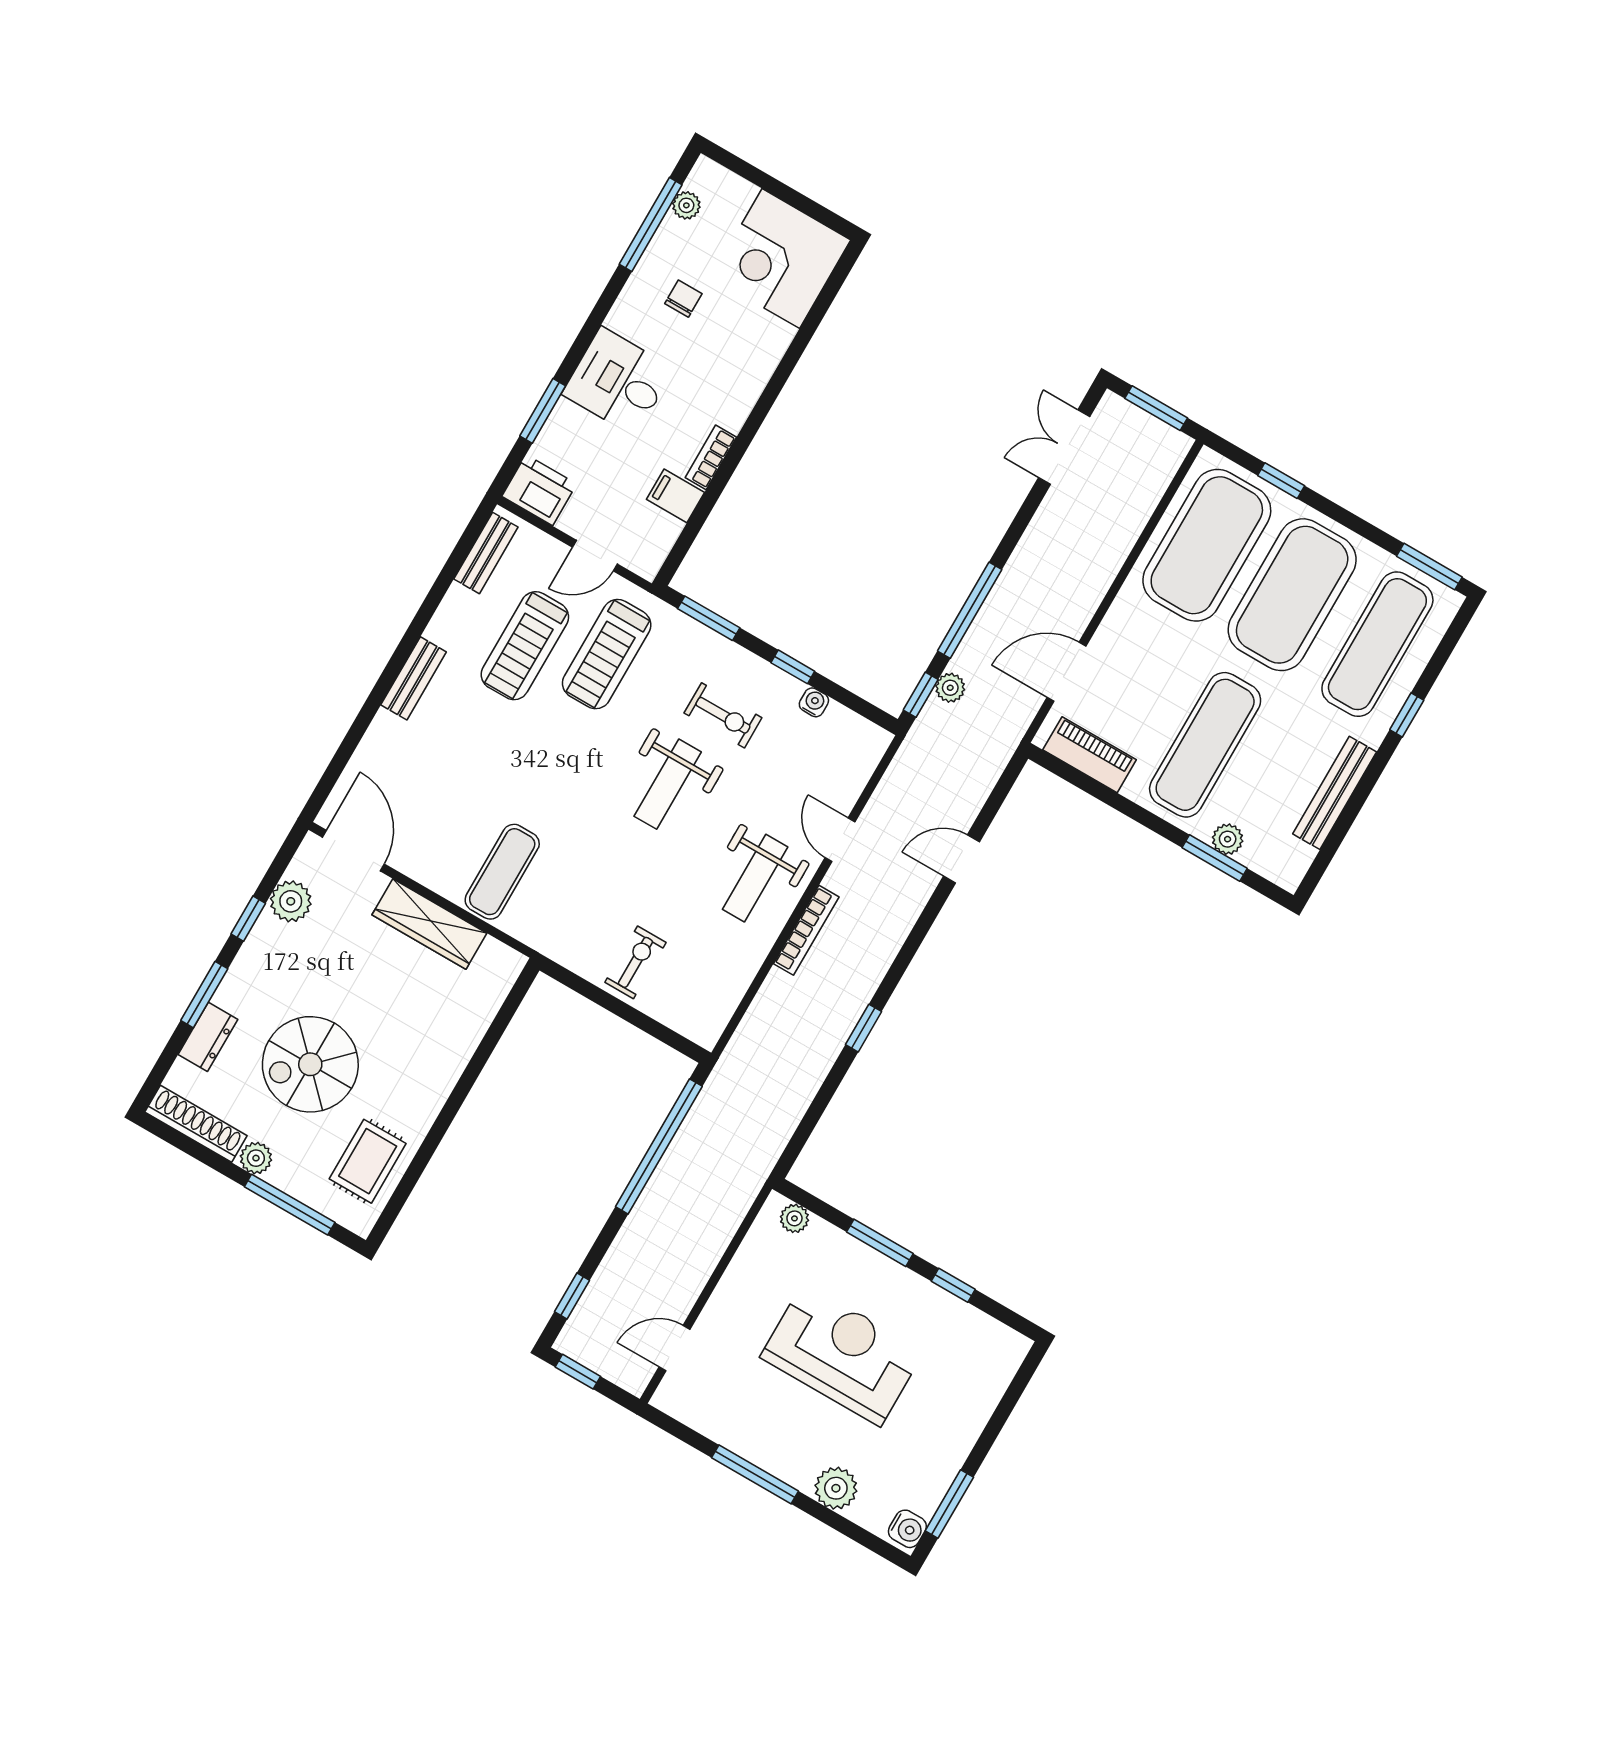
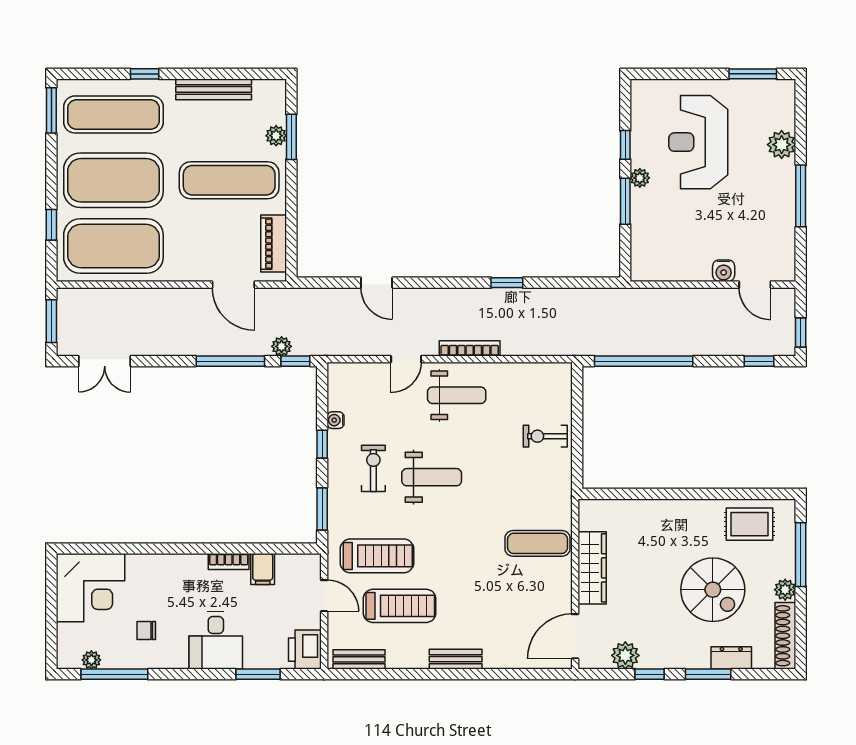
plant: (794, 1218) -> (640, 178), moved
reception desk: (842, 1354) -> (698, 142), moved
water cooler: (907, 1529) -> (724, 271), moved, turned 180

